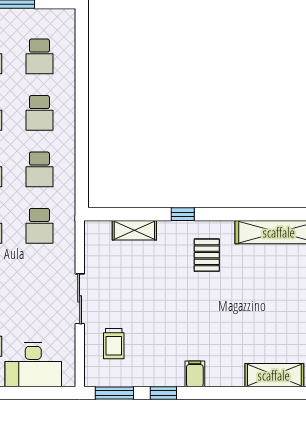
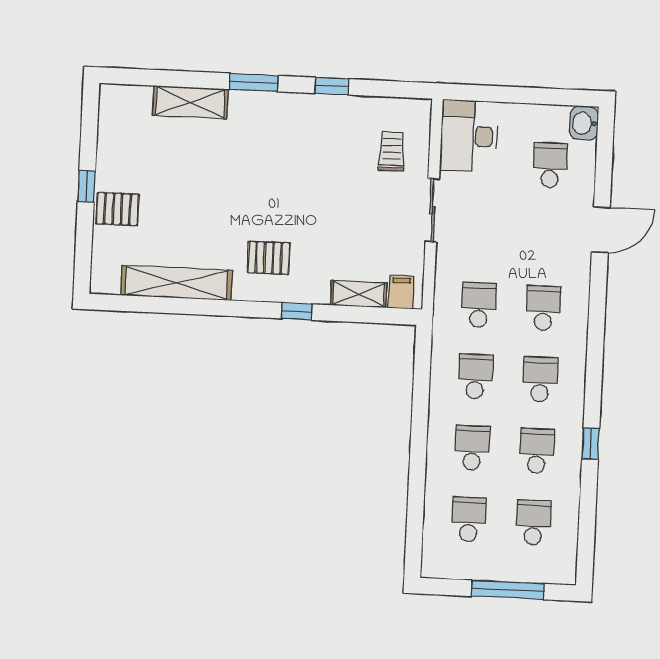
pallet: (207, 255) -> (269, 258), turned 90
desk: (33, 365) -> (469, 136), moved, turned -90
filing cabinet: (195, 374) -> (401, 292), moved, turned 180
window: (114, 393) -> (254, 82), moved

